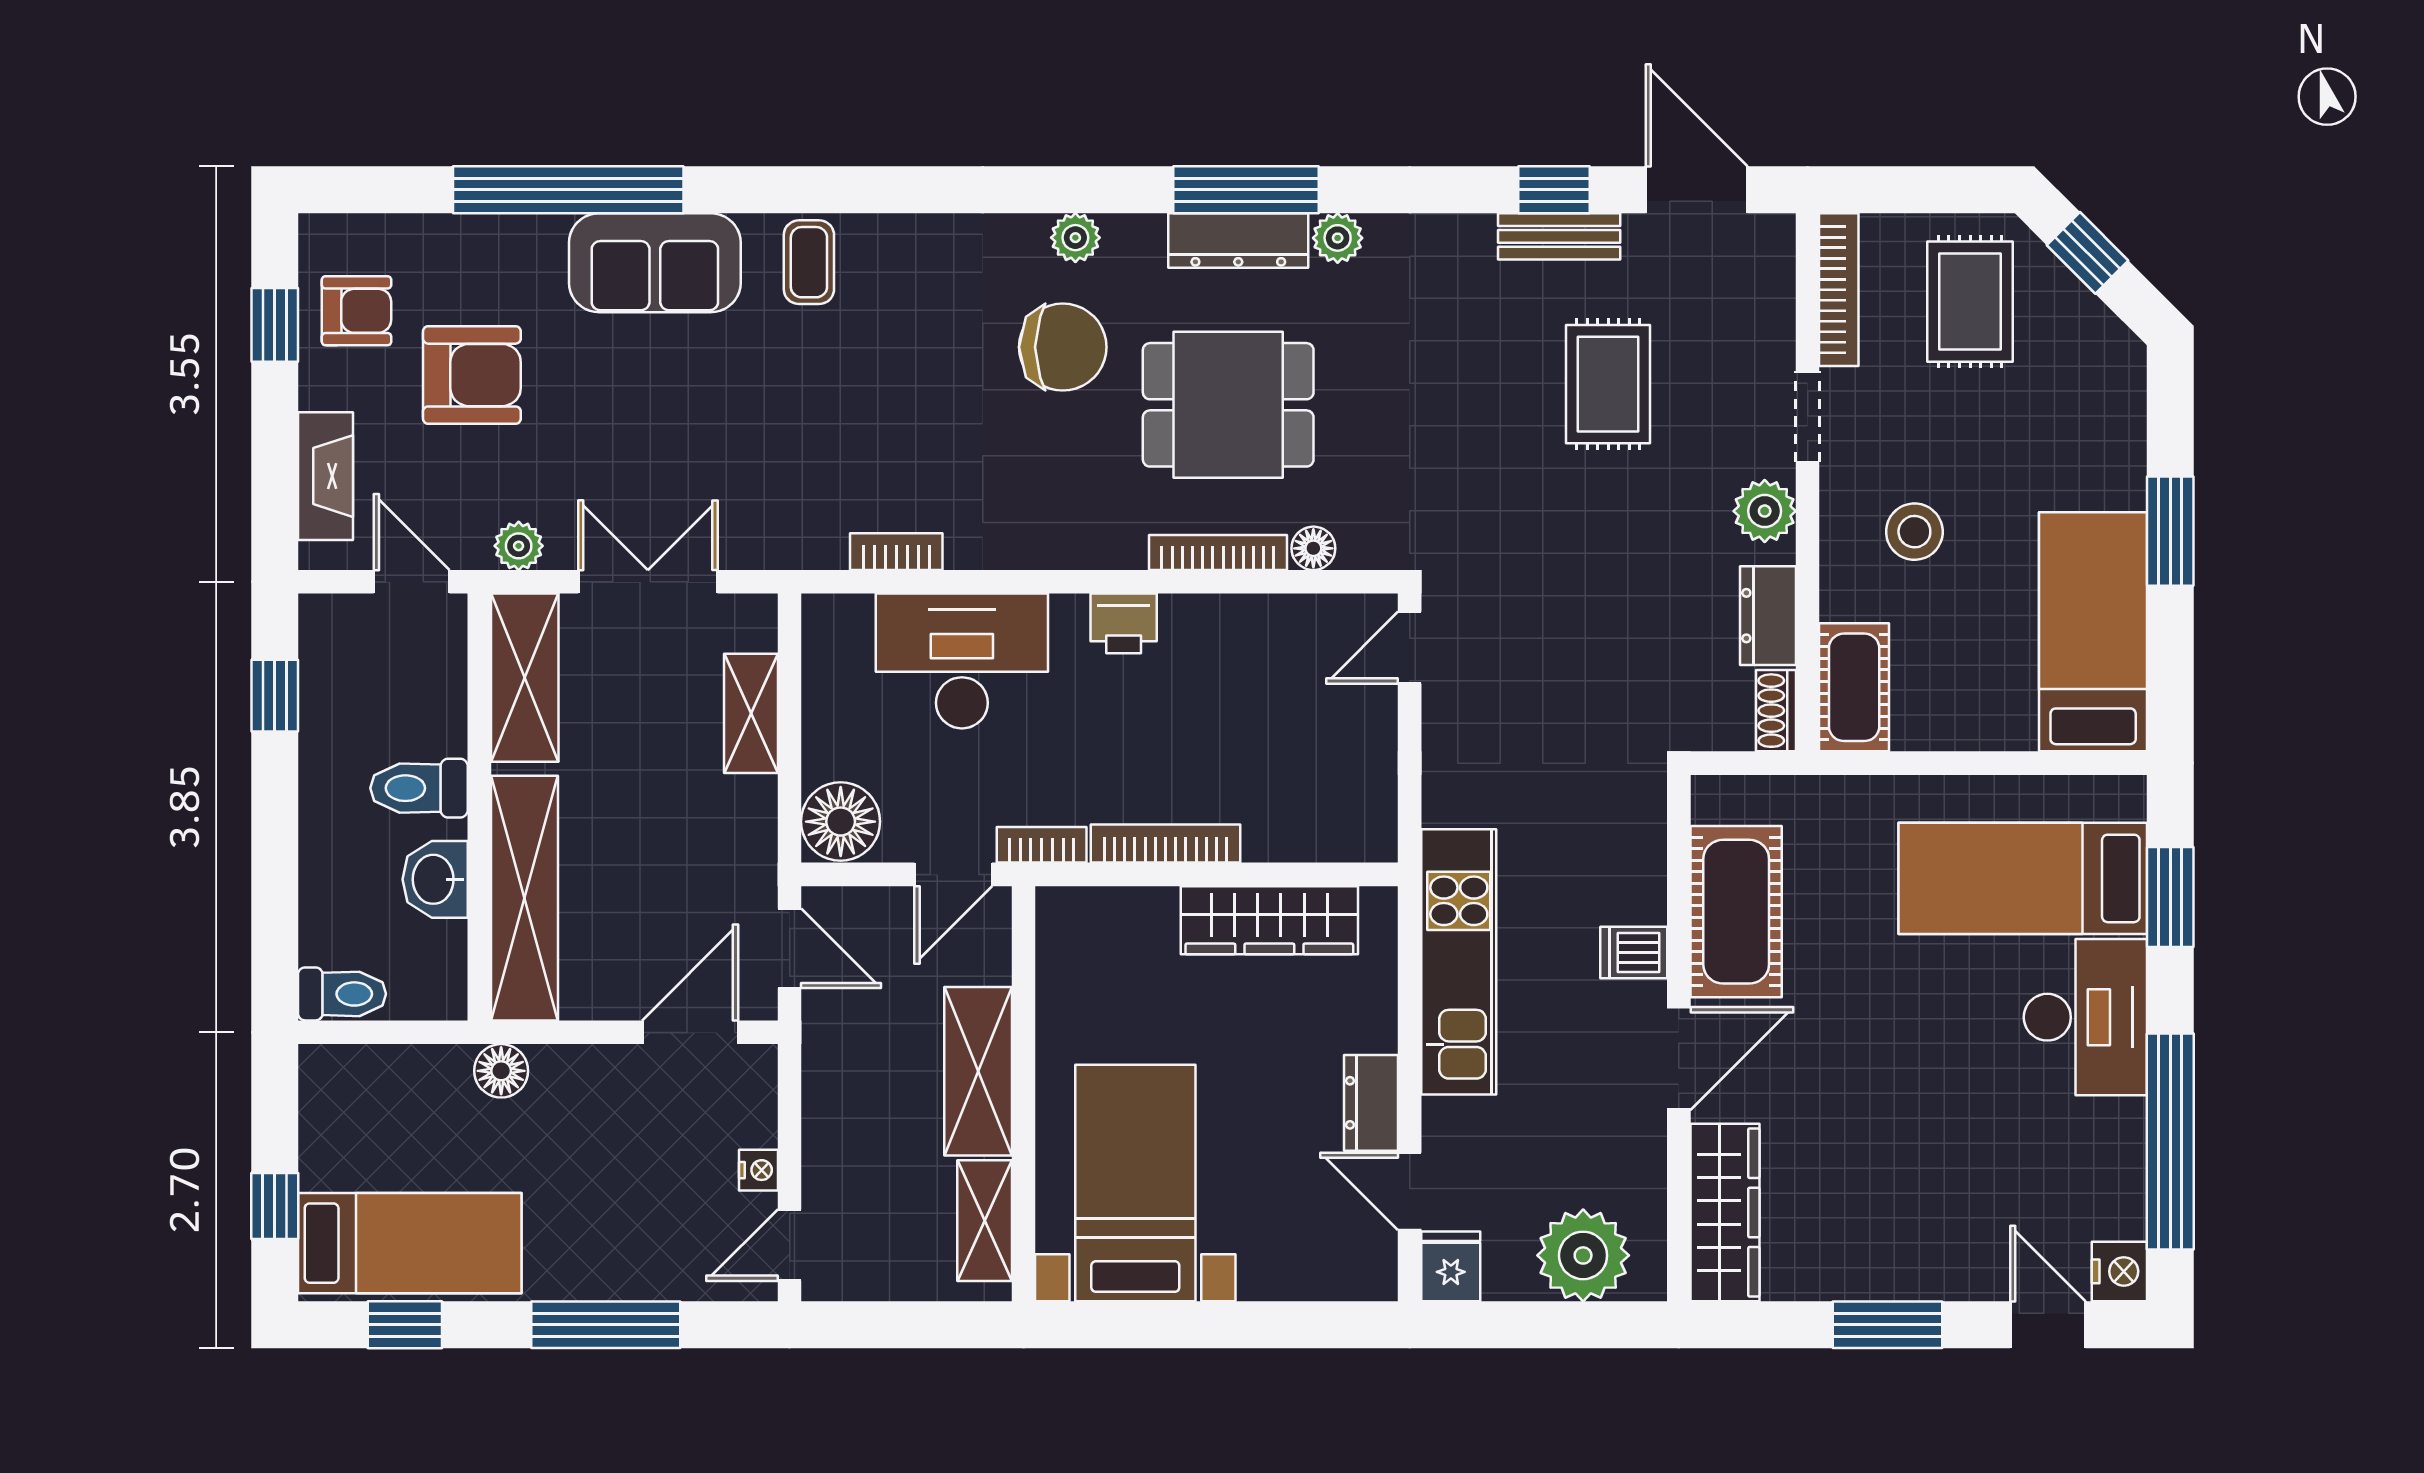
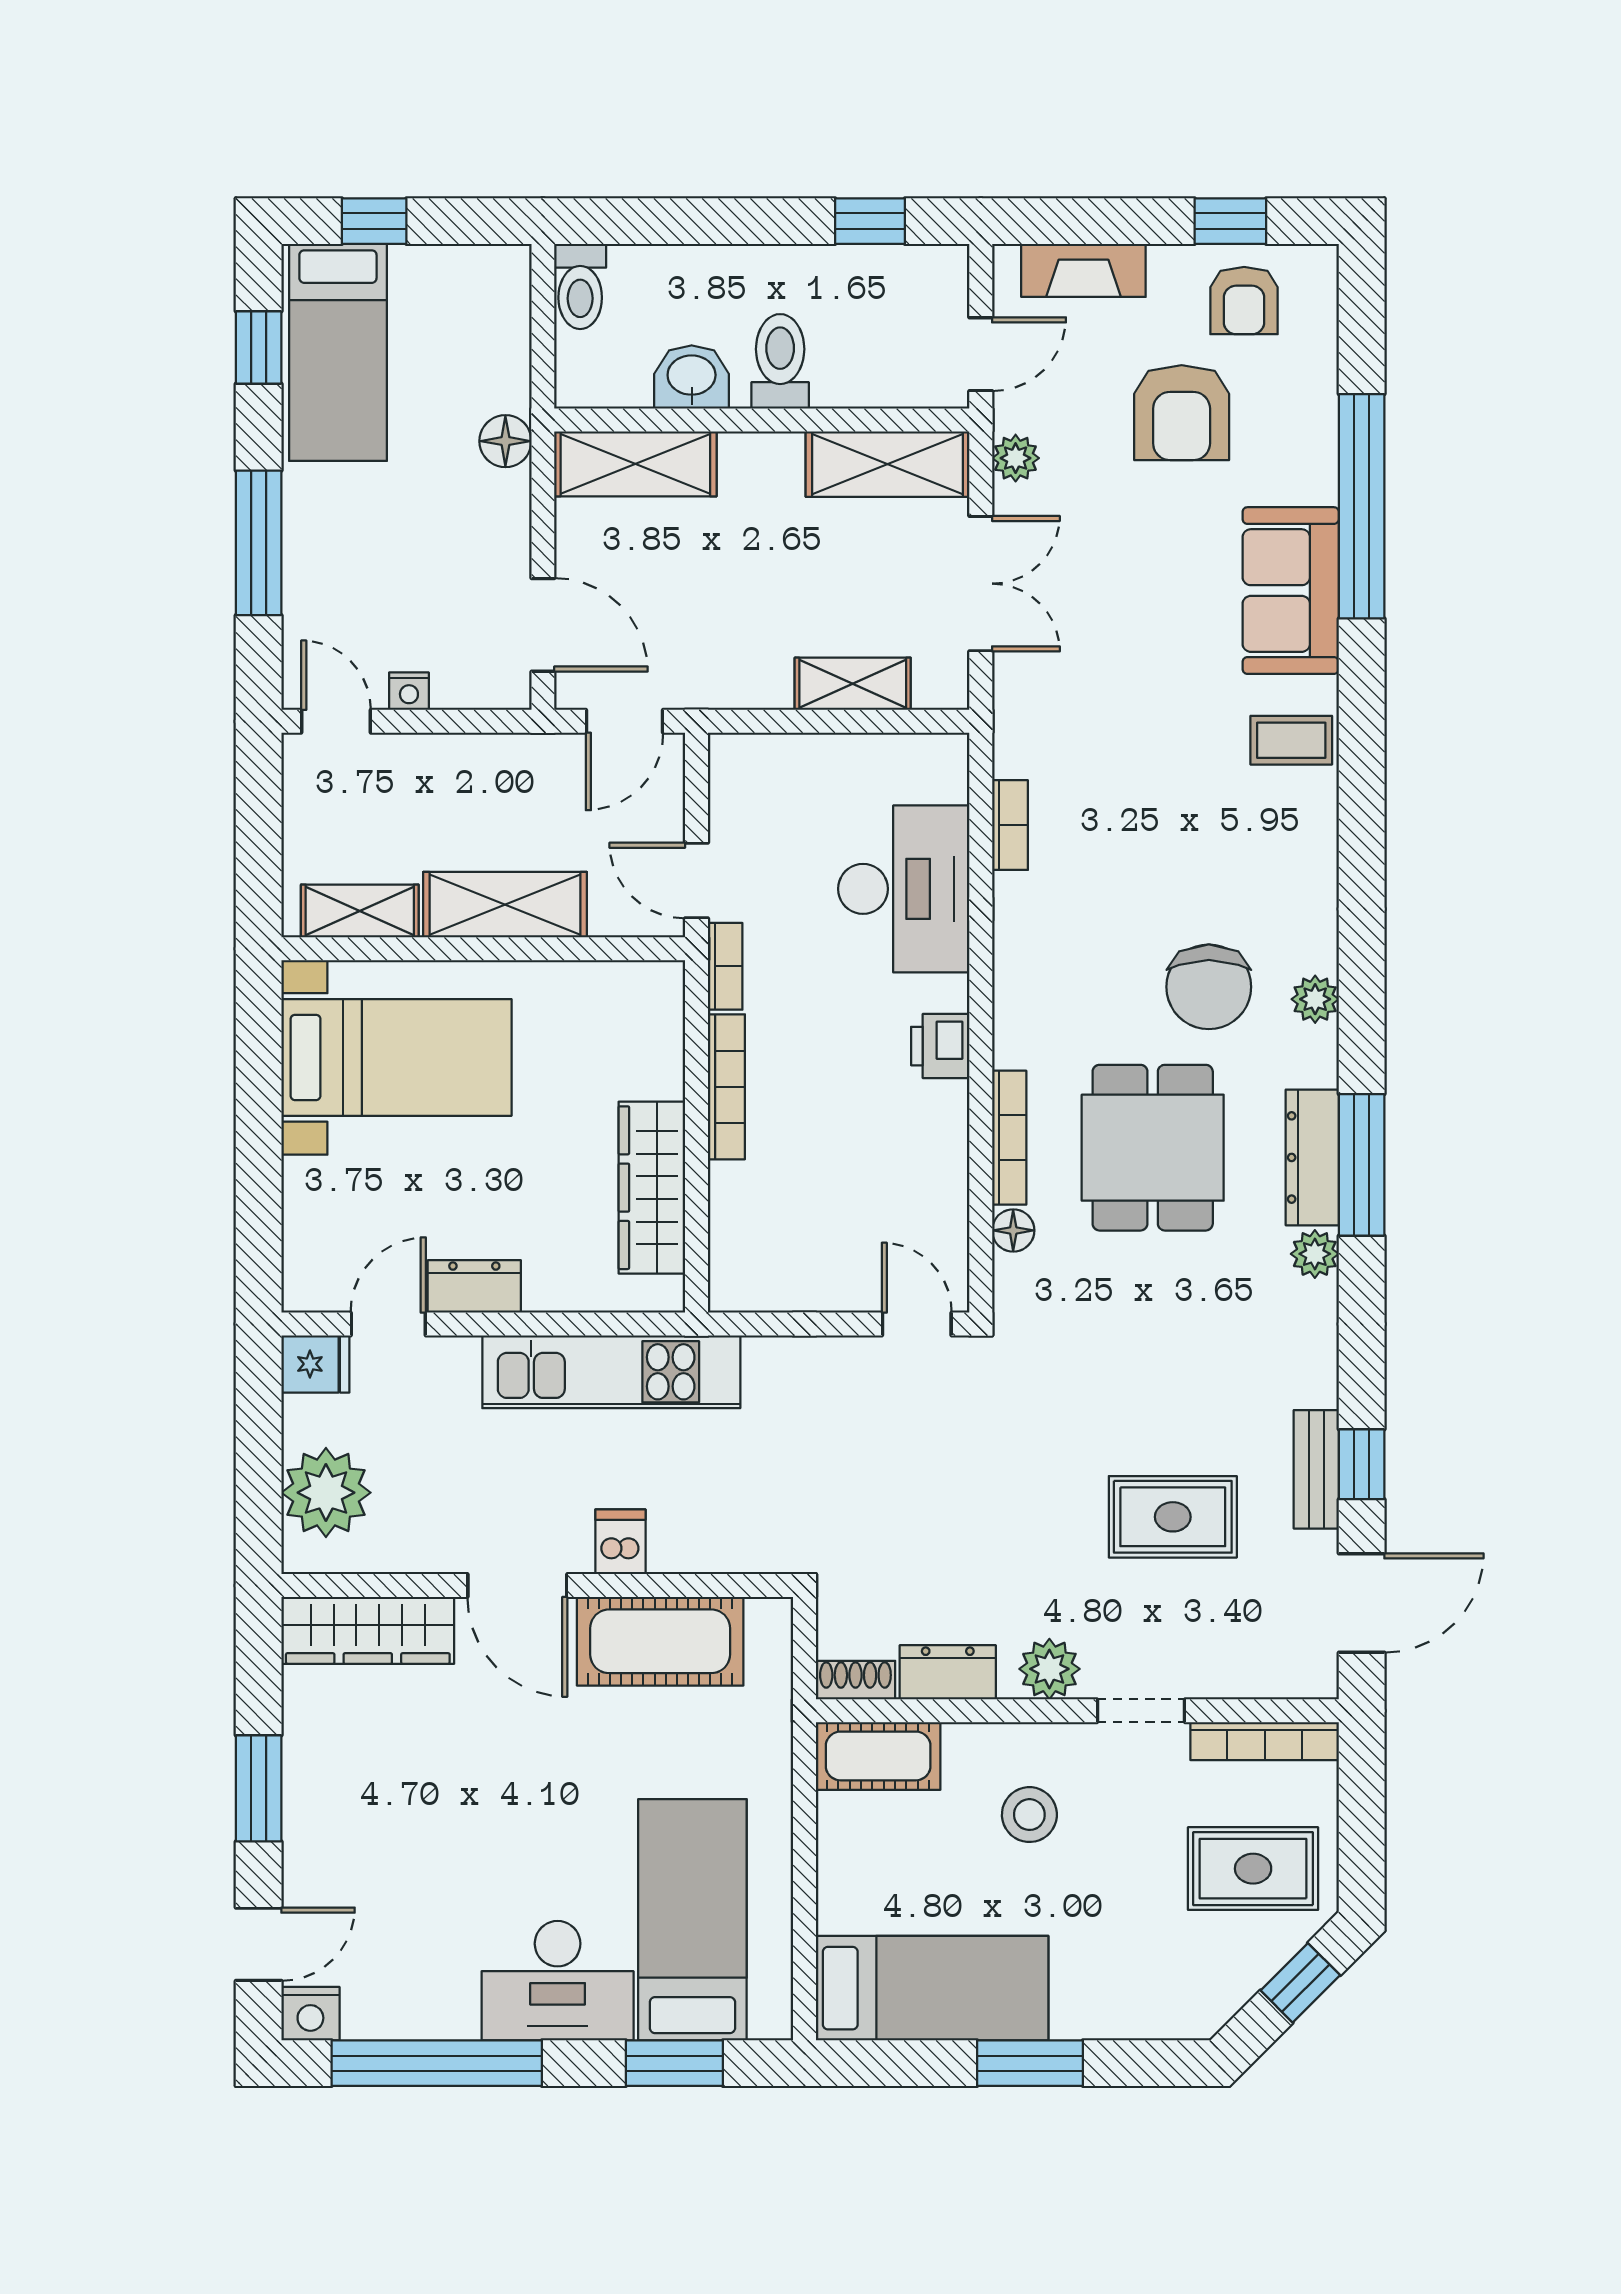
floor lamp: (841, 822) -> (748, 771), removed
shelving: (525, 898) -> (635, 464), width x0.68

